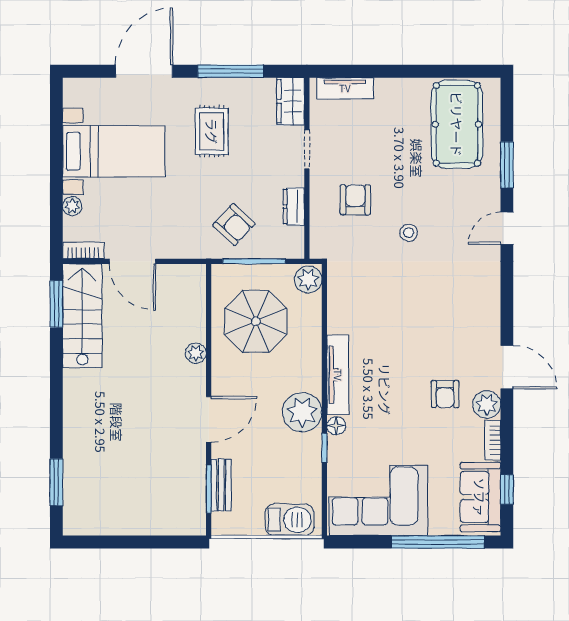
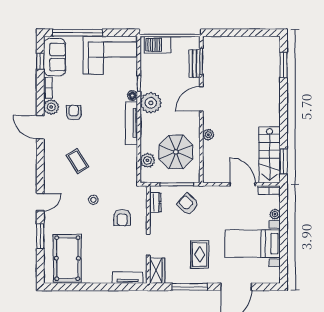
dresser: (294, 206) -> (155, 202), moved
plant: (308, 279) -> (148, 160), moved
coffee table: (438, 304) -> (78, 161), added

